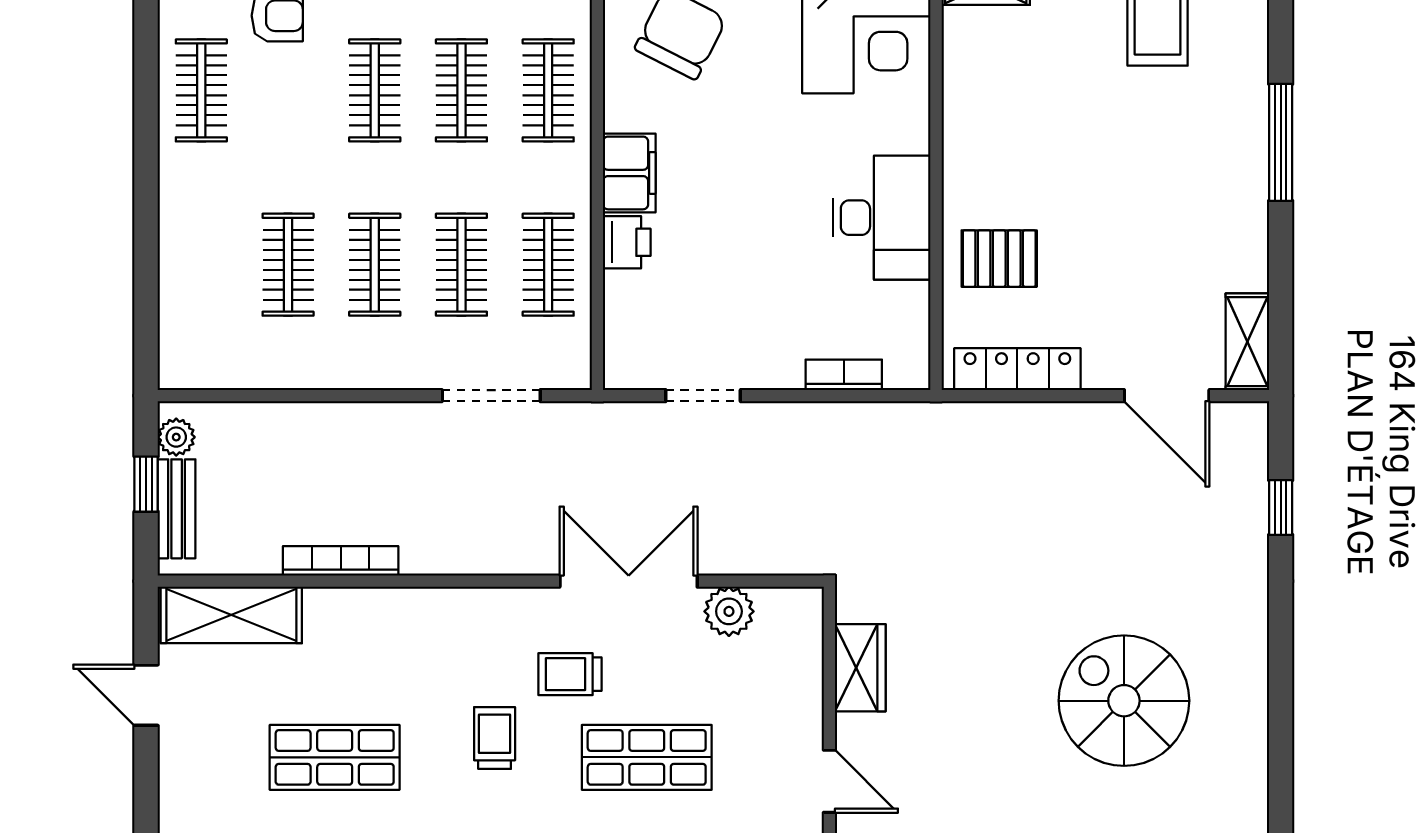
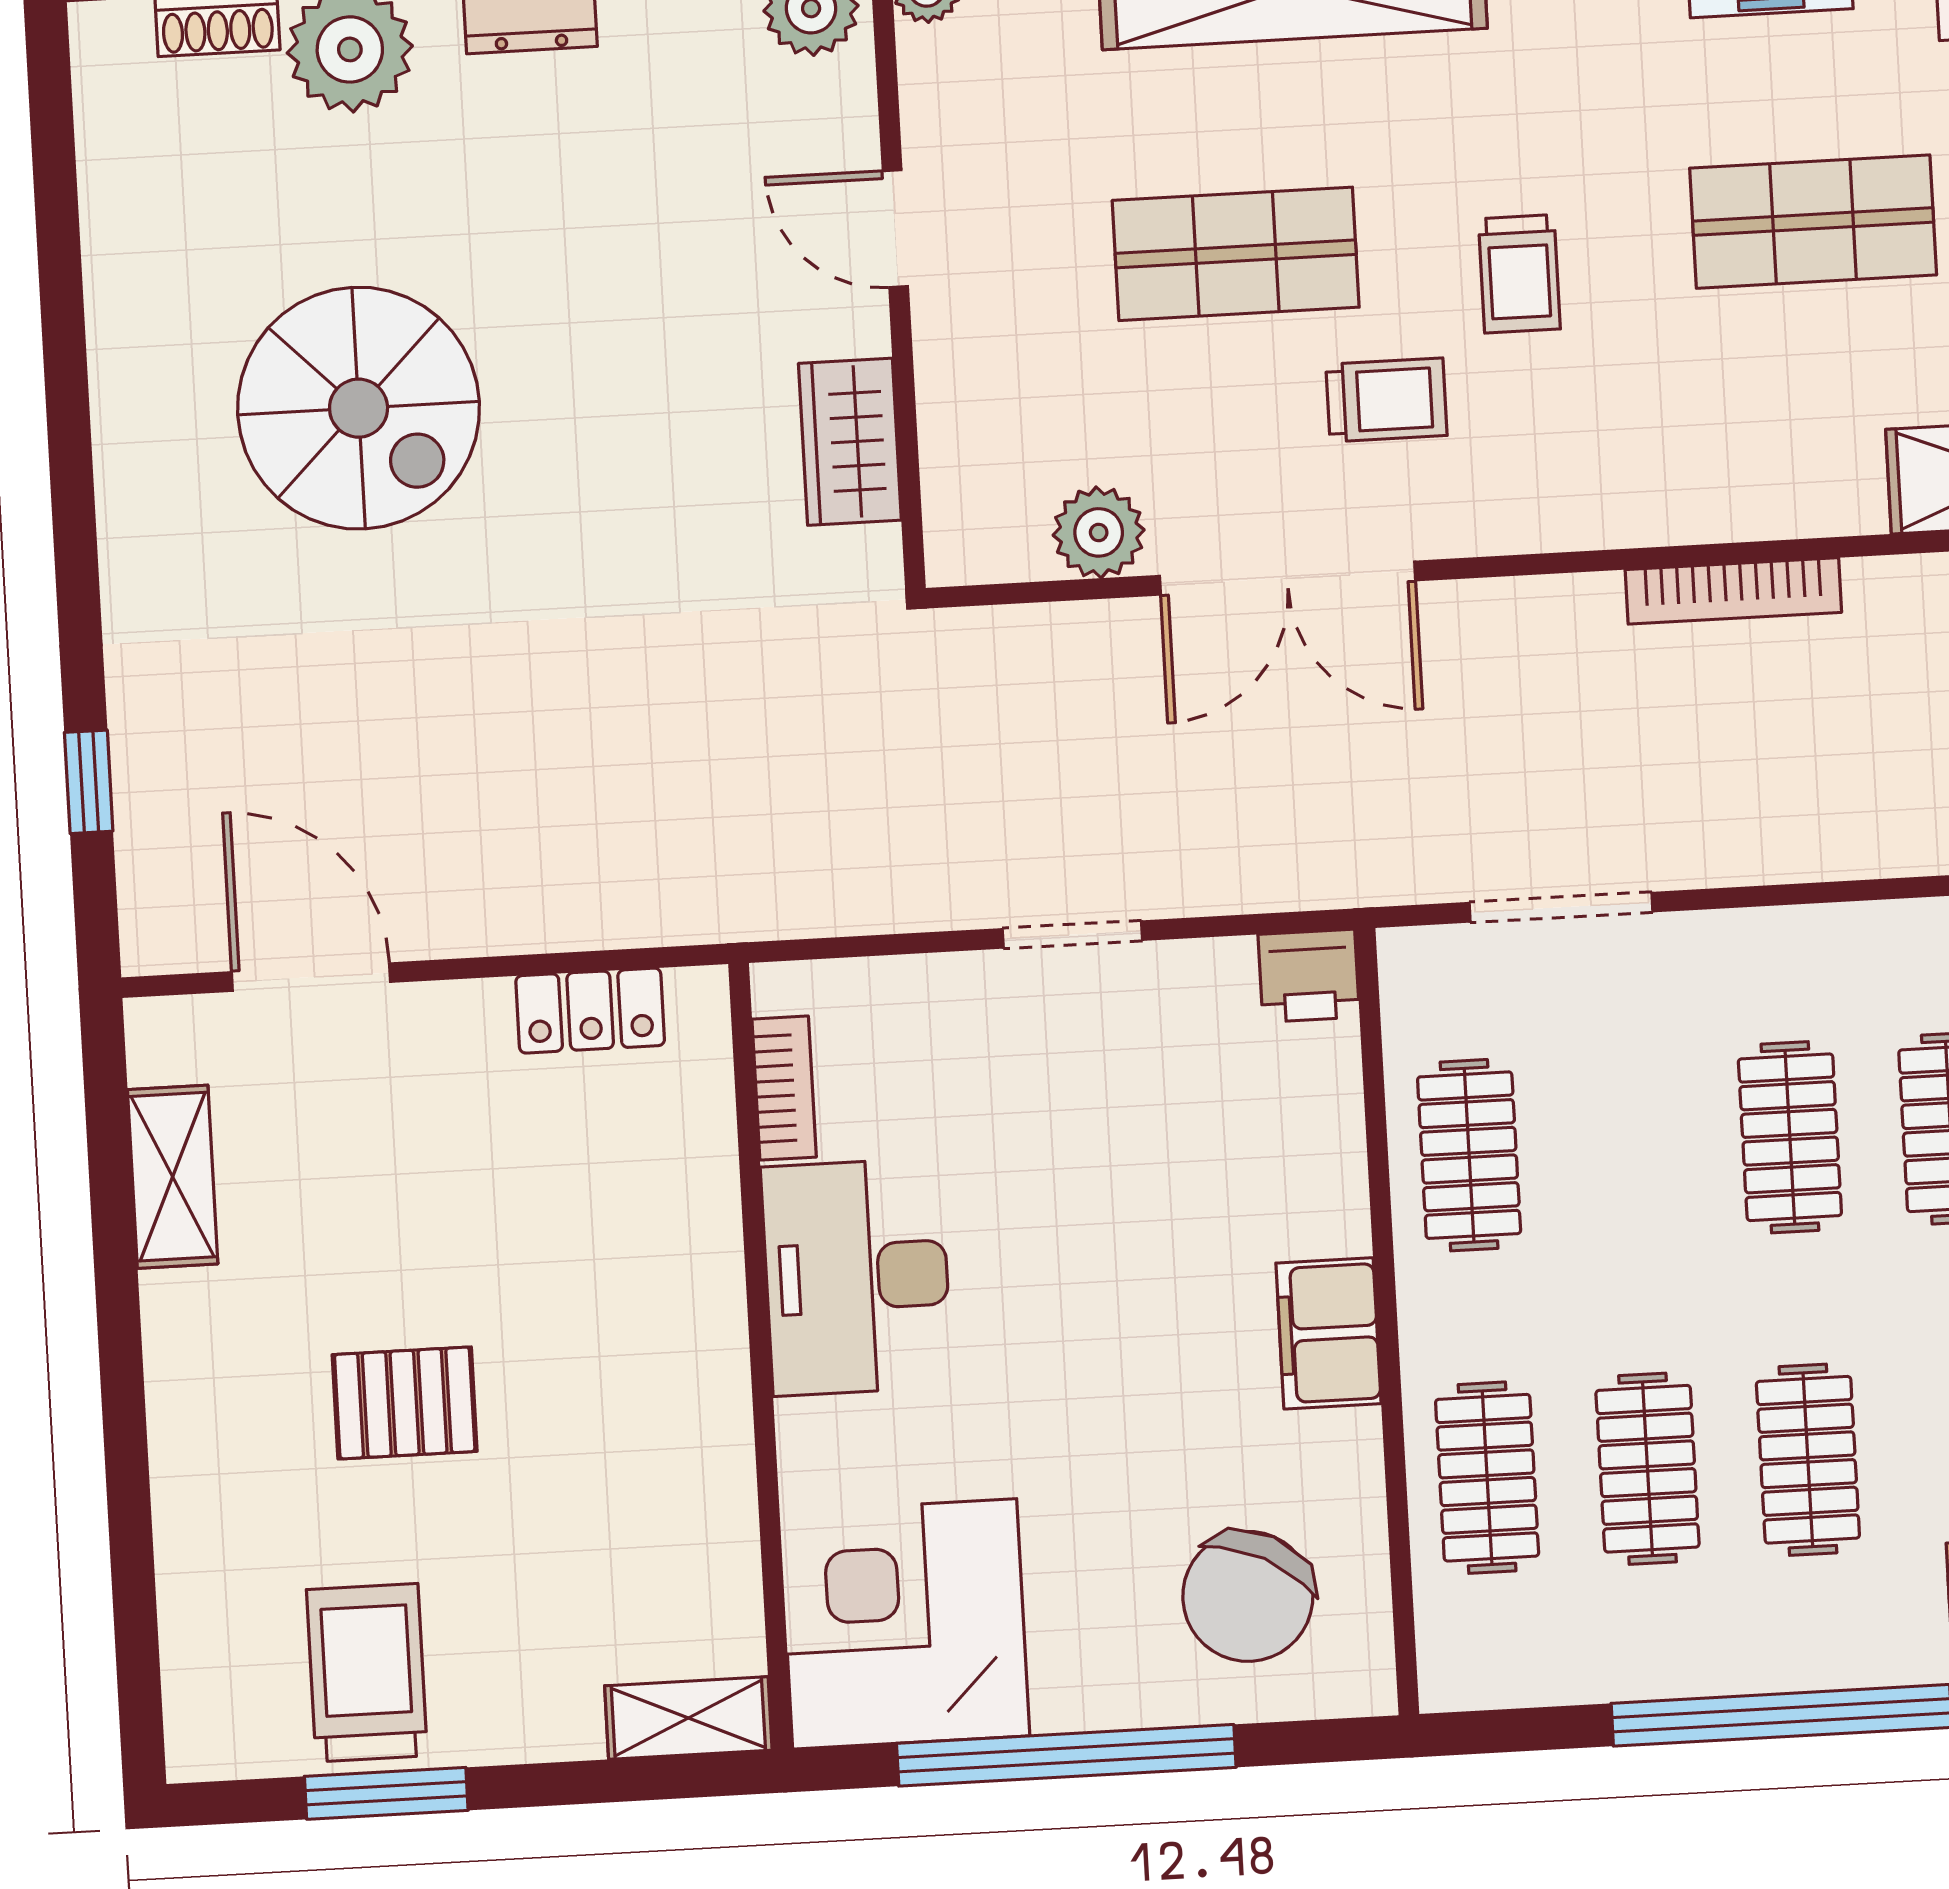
window: (1281, 142) -> (126, 1457), removed
printer: (627, 242) -> (1309, 976), moved, turned -90
pallet: (999, 259) -> (405, 1403), moved
clothes rail: (461, 265) -> (1629, 1146), removed
shelving: (1247, 342) -> (173, 1177), moved
locker: (1017, 369) -> (590, 1011), width x0.66
bookcase: (844, 375) -> (784, 1088), moved, turned -90
doorway: (703, 396) -> (1072, 934), moved
bookcase: (341, 561) -> (1733, 591), moved

